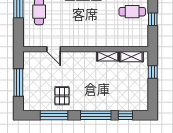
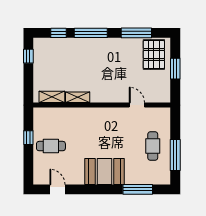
window: (153, 72) -> (28, 56), moved
window: (18, 83) -> (175, 69), width x0.69
pallet: (62, 96) -> (154, 54), moved, width x1.50, depth x1.42

